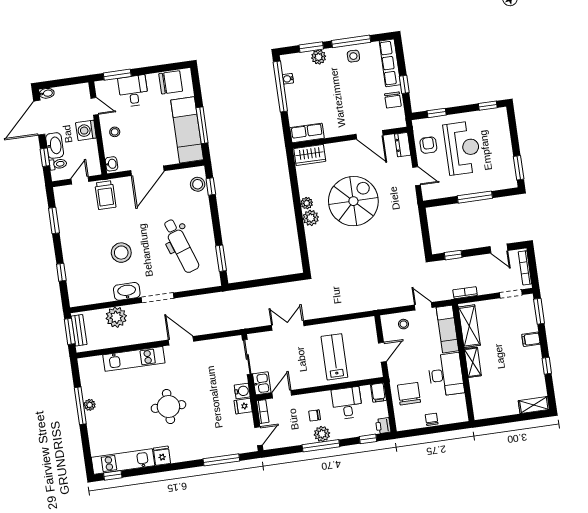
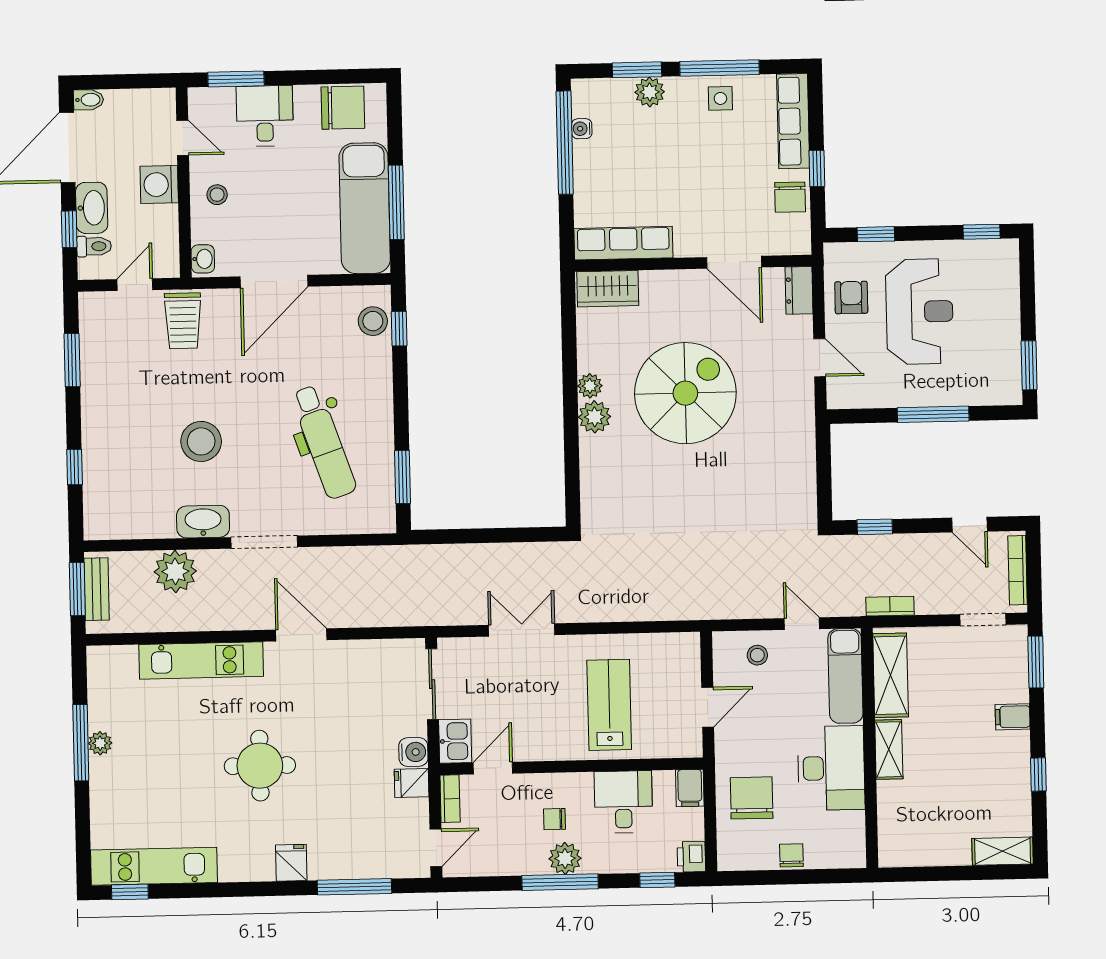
row of seats: (307, 133) -> (623, 243), width x1.48
fridge: (162, 456) -> (291, 863), moved

